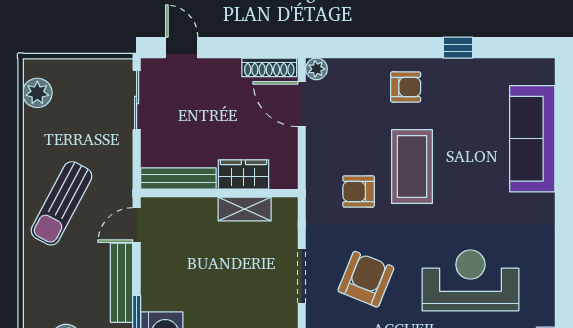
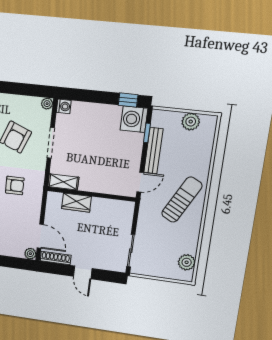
door: (182, 48) -> (83, 272), moved
bench: (178, 179) -> (113, 205), removed
shelving: (245, 209) -> (63, 182), moved

